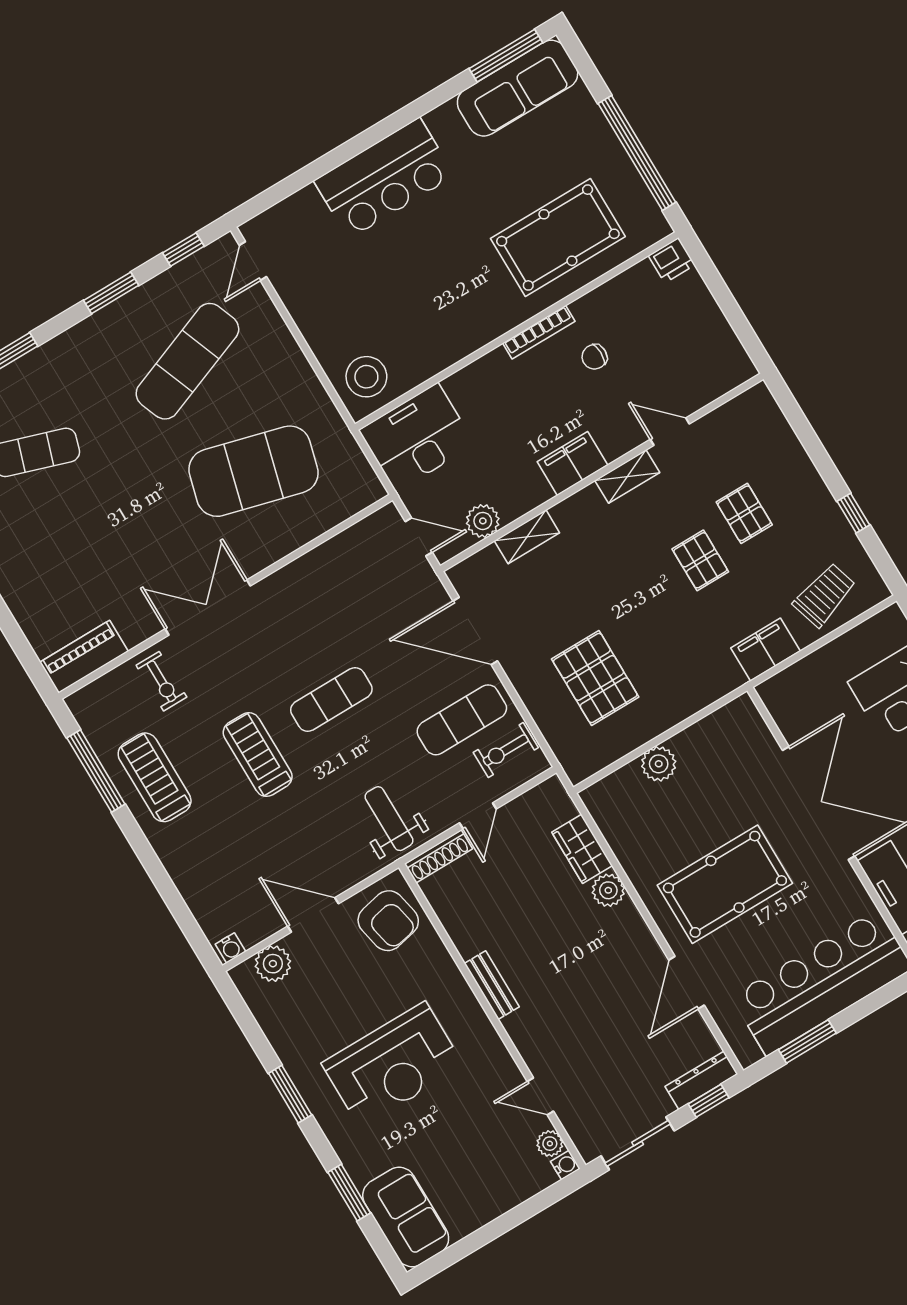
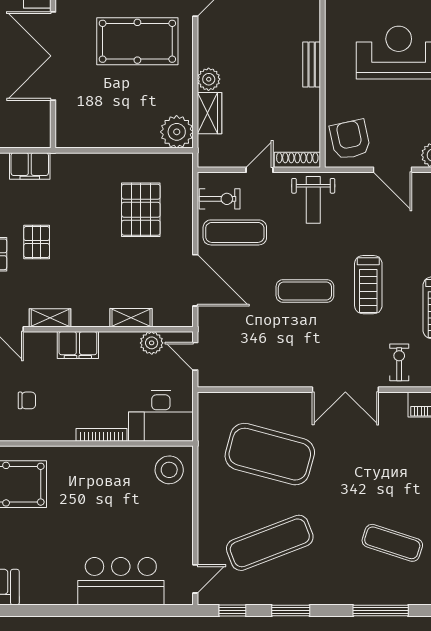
bar counter: (384, 178) -> (121, 581), moved
bookcase: (539, 332) -> (101, 435), moved
plant: (659, 764) -> (177, 132), moved, width x1.36, depth x1.36

